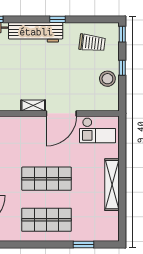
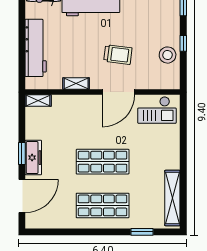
trolley: (92, 43) -> (118, 55), moved
shelving: (33, 106) -> (76, 84), moved
shelving: (112, 185) -> (172, 198), moved

